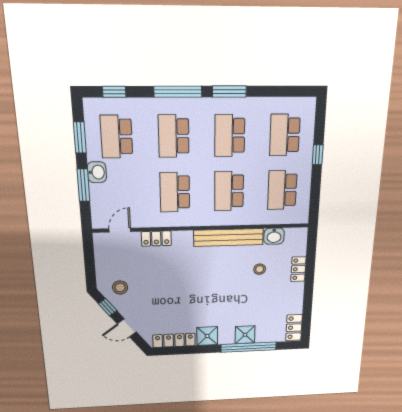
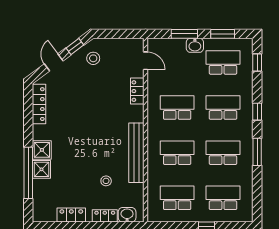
window: (178, 92) -> (257, 112), width x0.46
washbasin: (274, 236) -> (127, 215), moved, turned 90
locker: (294, 328) -> (71, 215), moved
shower: (207, 336) -> (42, 150), moved

